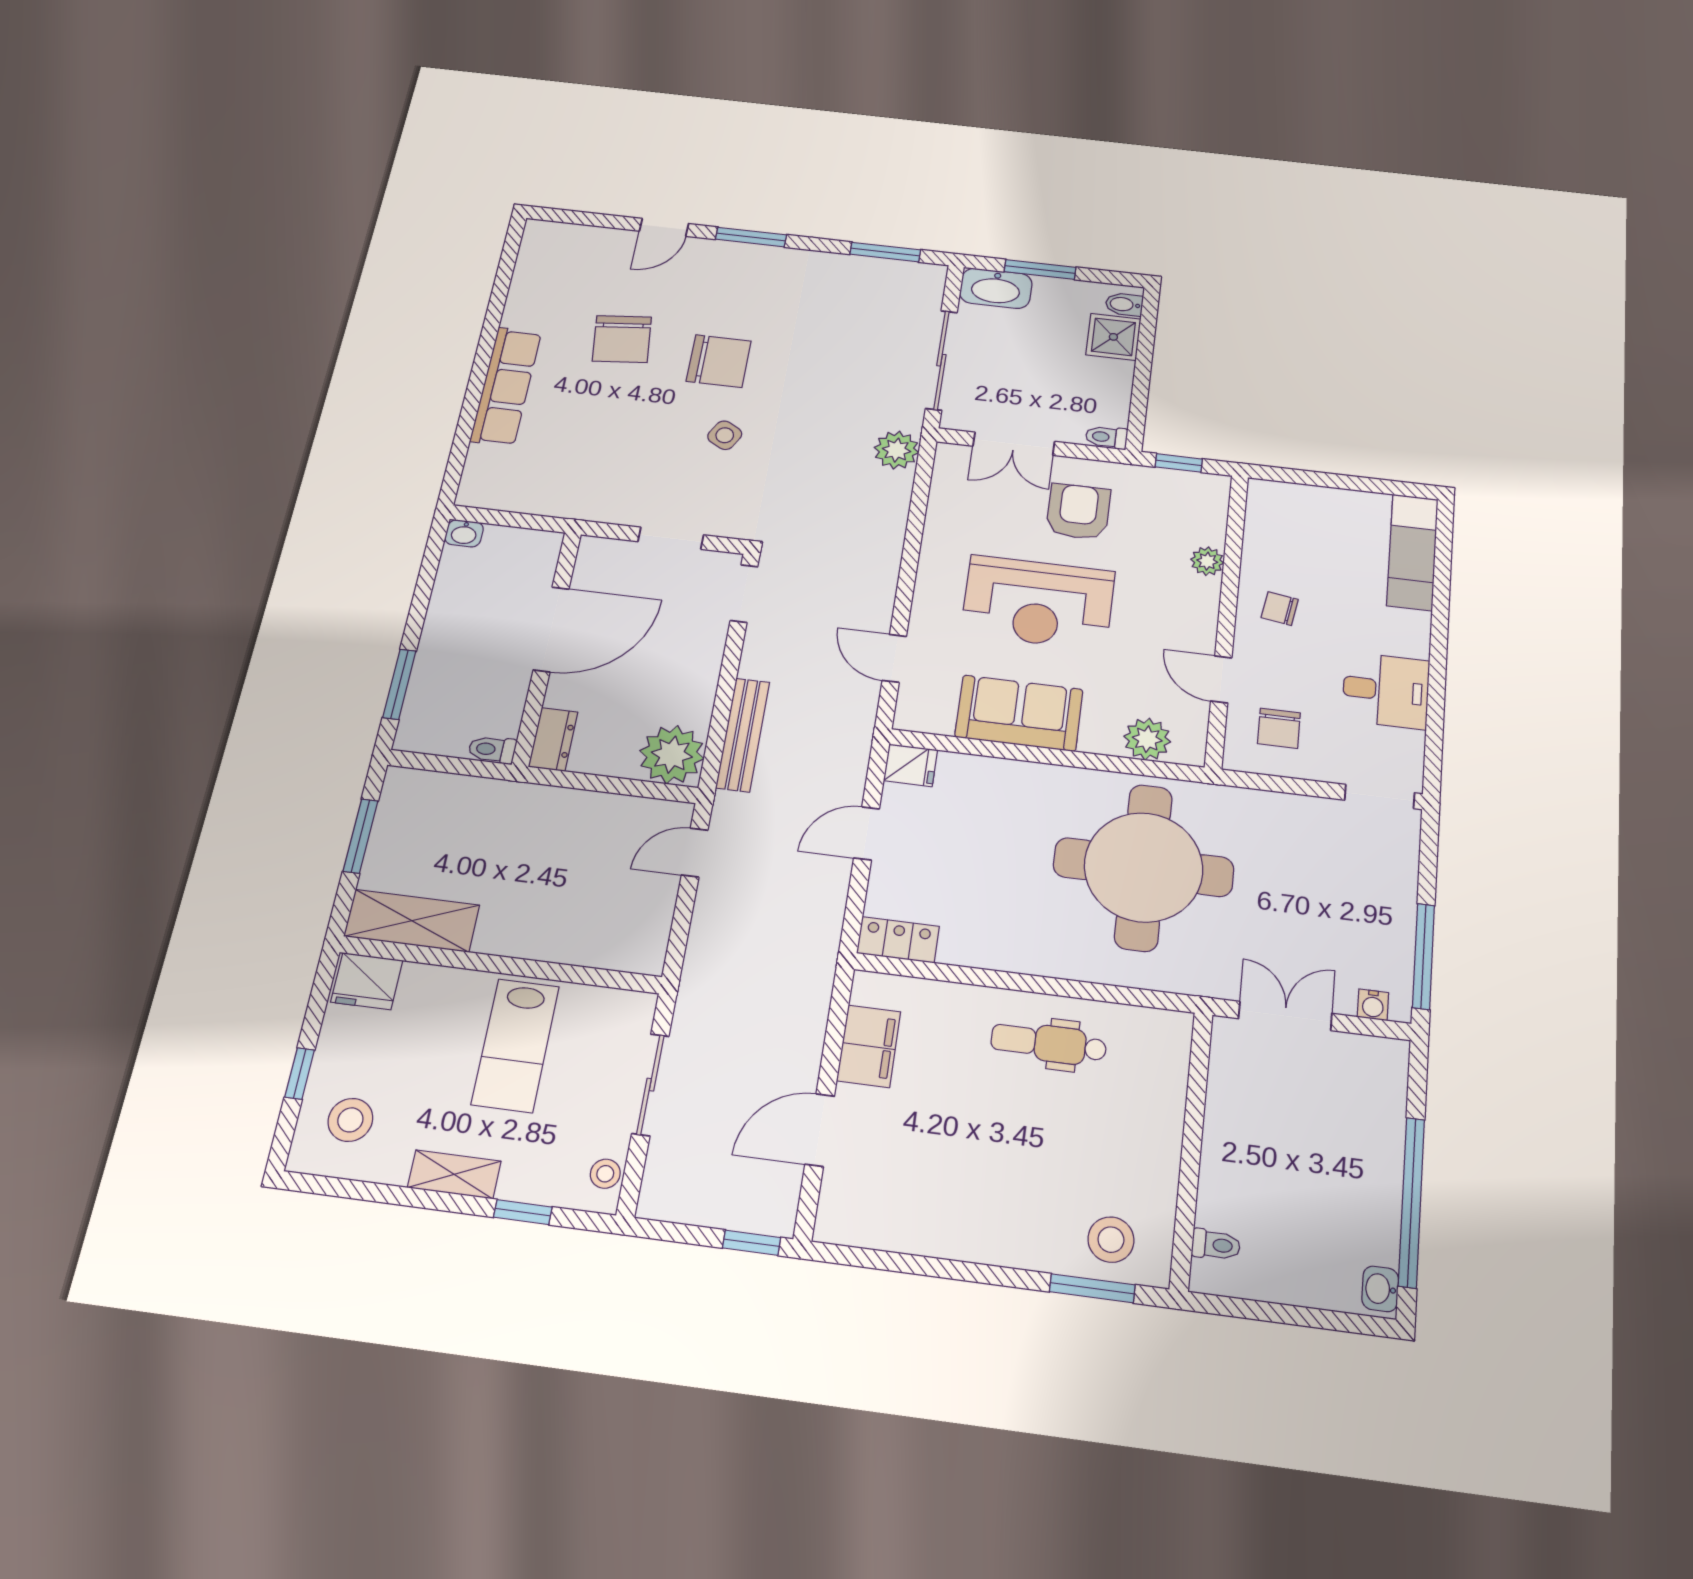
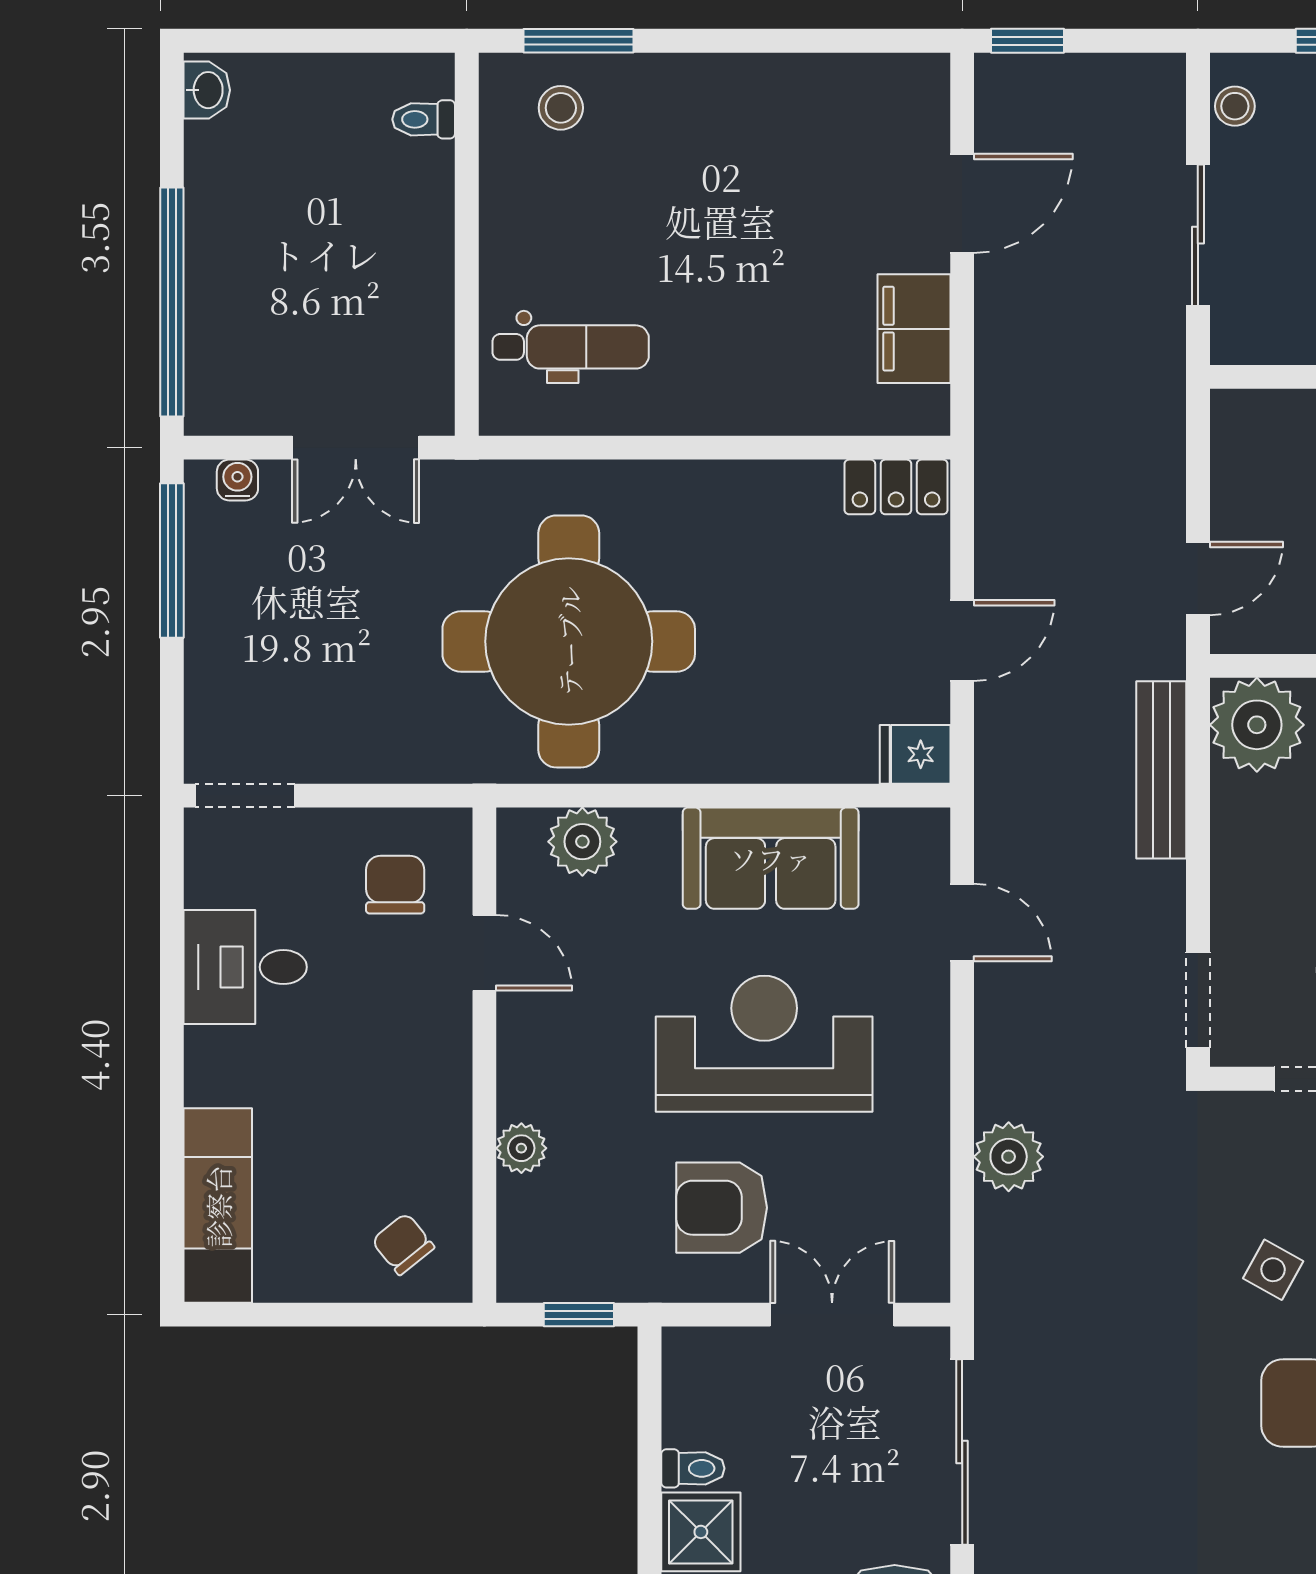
toilet: (1106, 437) -> (693, 1468), moved
plant: (897, 450) -> (1009, 1157), moved
armchair: (1078, 512) -> (722, 1208), turned 90
chair: (1280, 609) -> (403, 1244), moved, turned -138
dental chair: (1049, 1043) -> (571, 347), moved
window: (1411, 1202) -> (172, 302), moved
stool: (1111, 1240) -> (561, 108), width x0.73, depth x0.73

